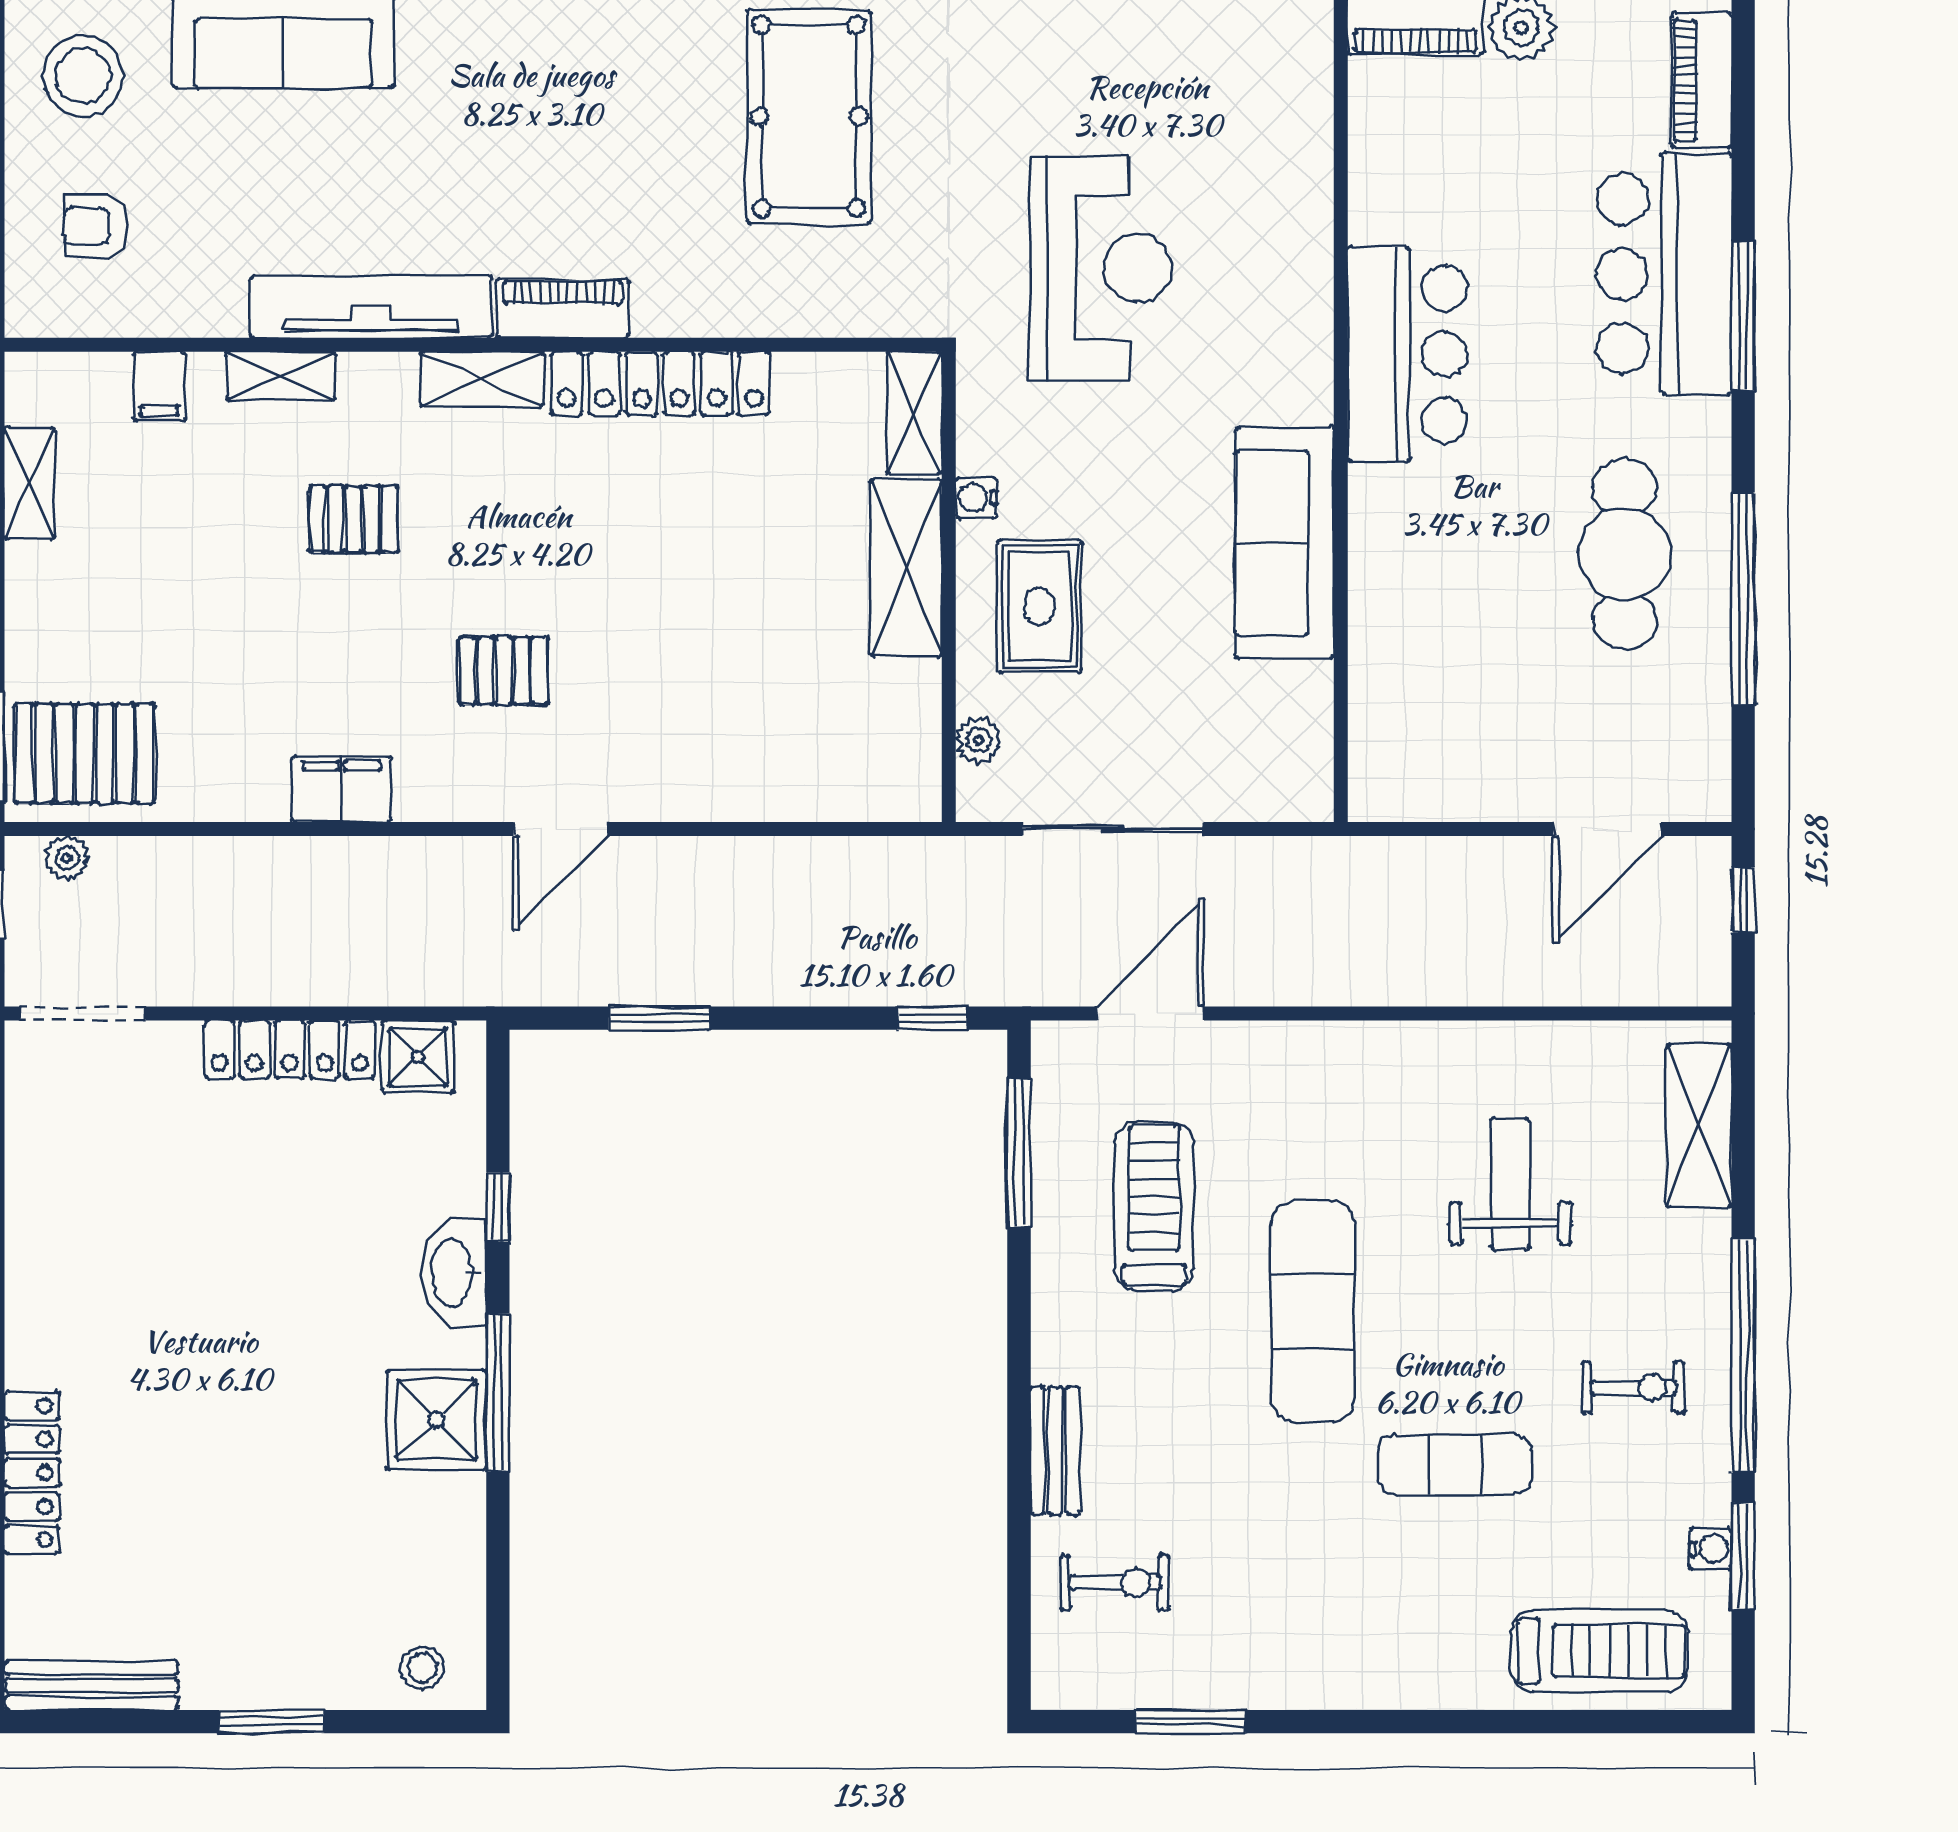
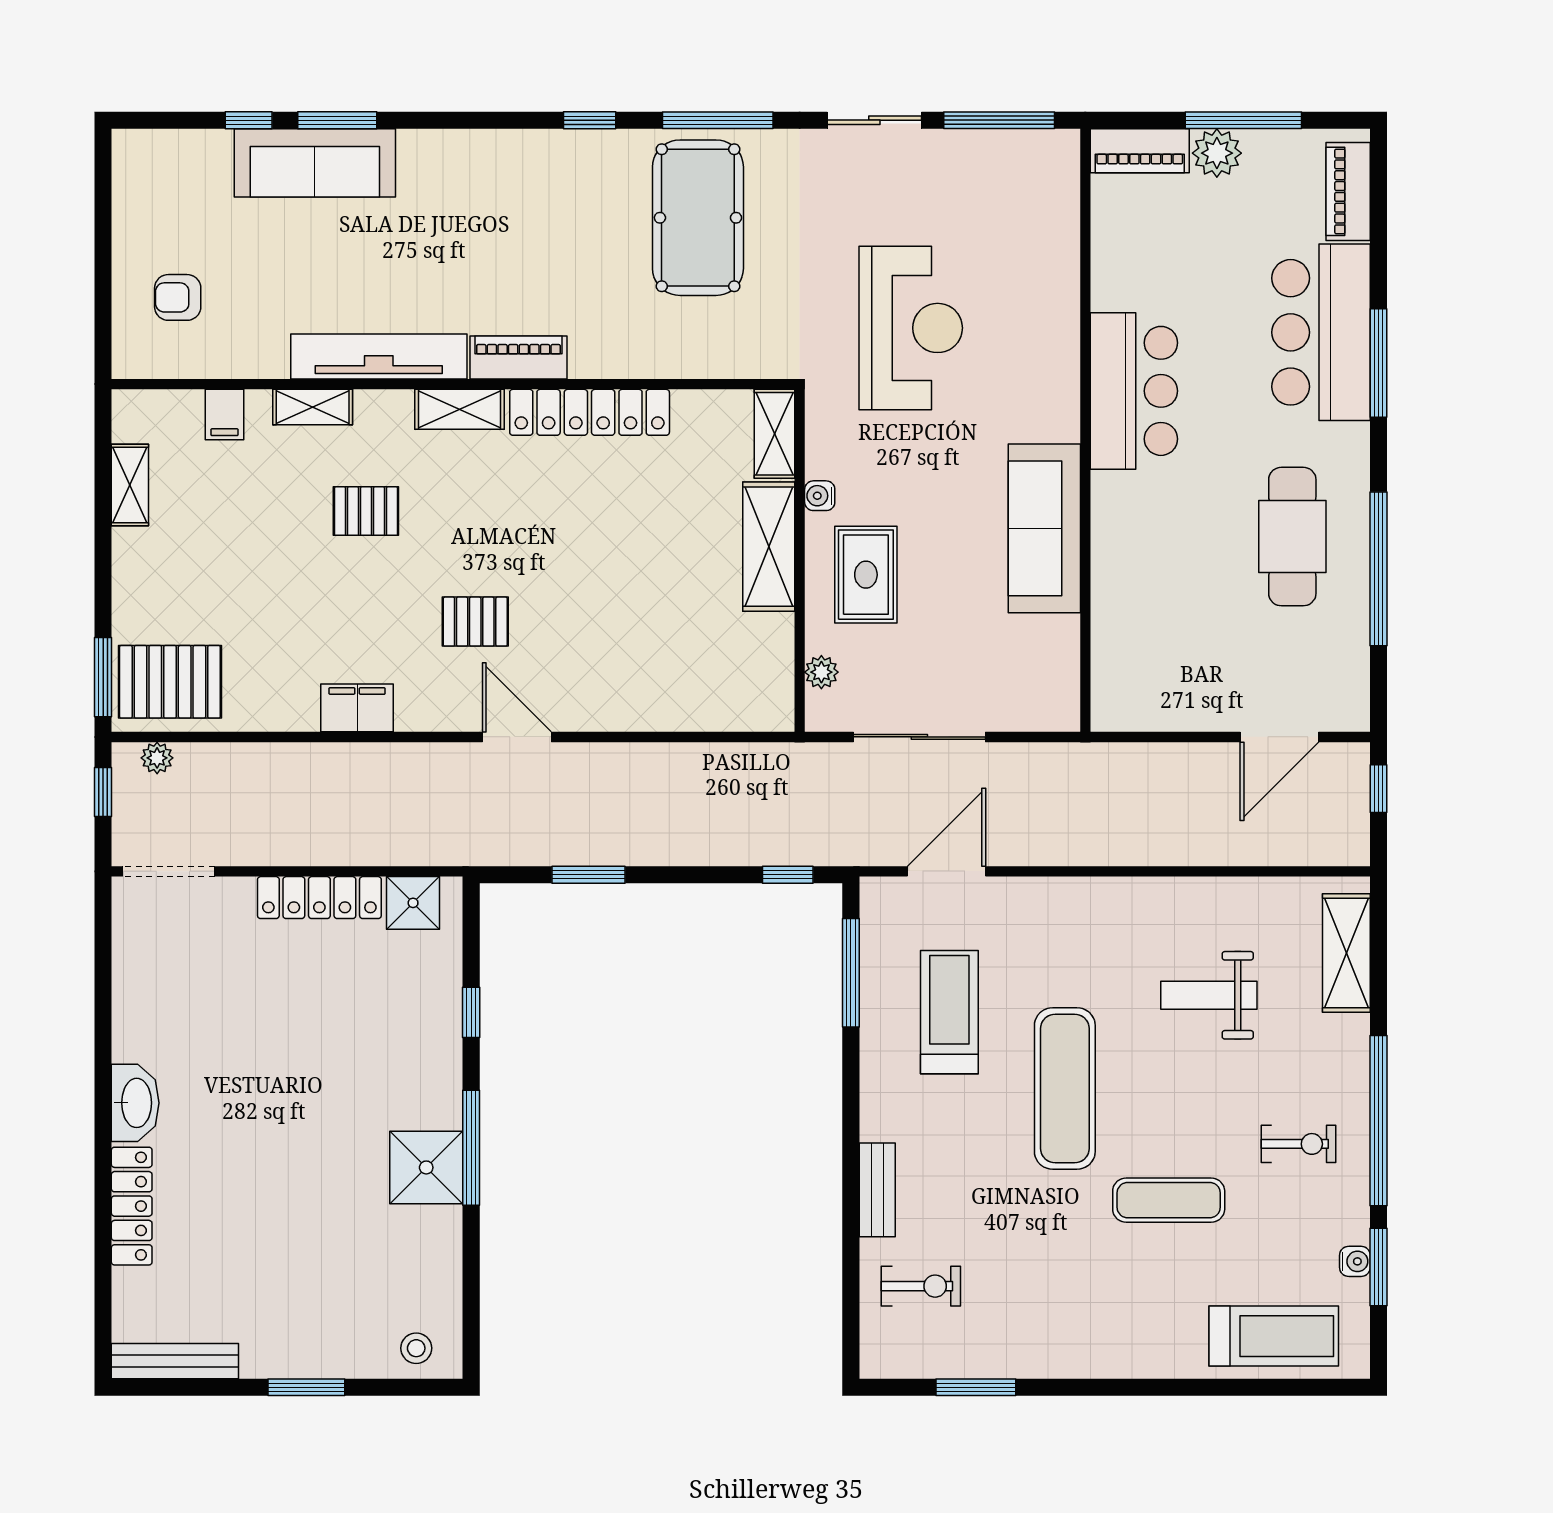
stool: (83, 76) -> (169, 188), removed
door: (561, 829) -> (517, 737), swing flipped
weight bench: (1510, 1184) -> (1209, 995), turned -90
washbasin: (454, 1273) -> (135, 1103), moved, turned 180

